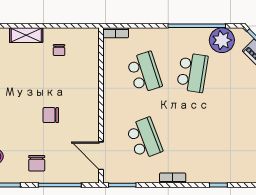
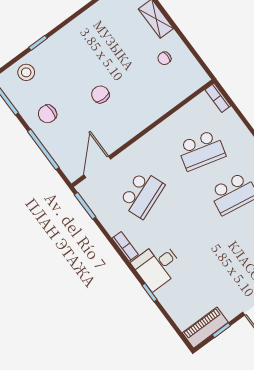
school desk: (144, 72) -> (201, 150), turned 33
desk: (203, 165) -> (157, 266), added

